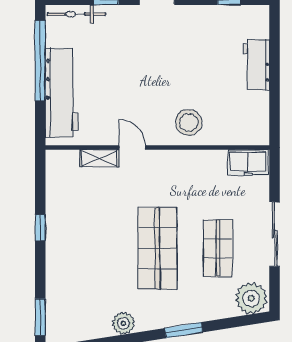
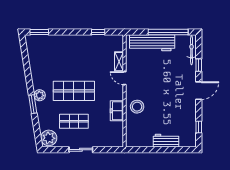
door: (132, 147) -> (125, 78), swing flipped
freezer: (248, 163) -> (117, 111), moved
window: (40, 228) -> (98, 32), moved
sliding door: (275, 234) -> (81, 150), width x0.73
plant: (123, 323) -> (40, 95), moved

